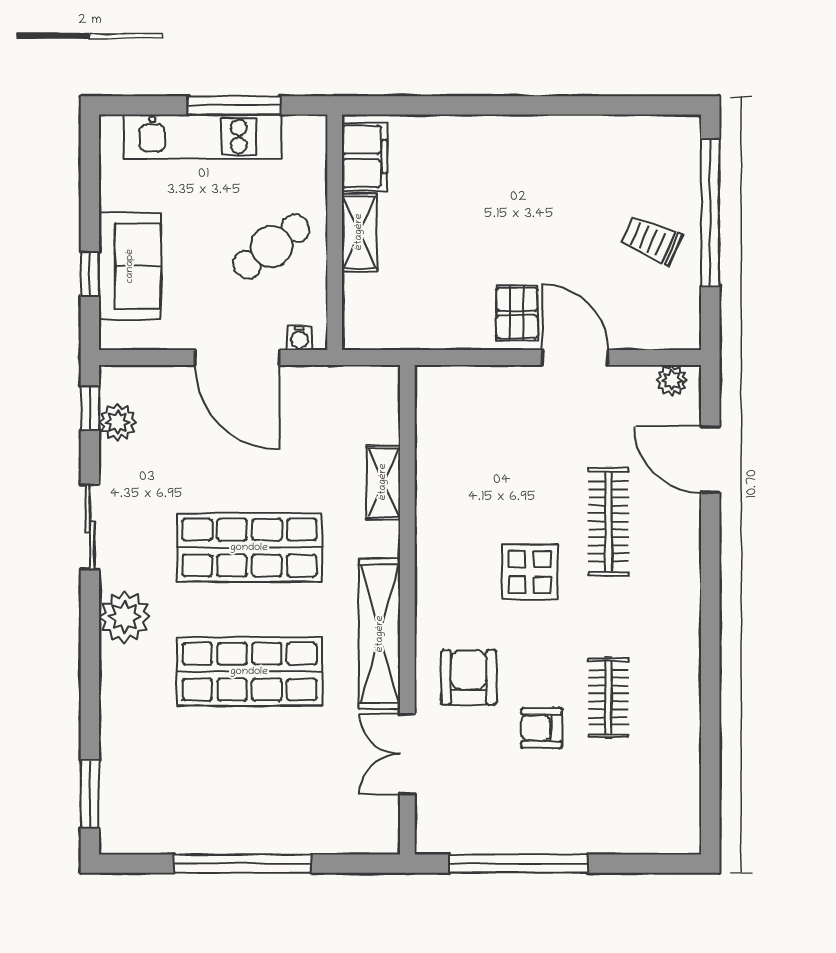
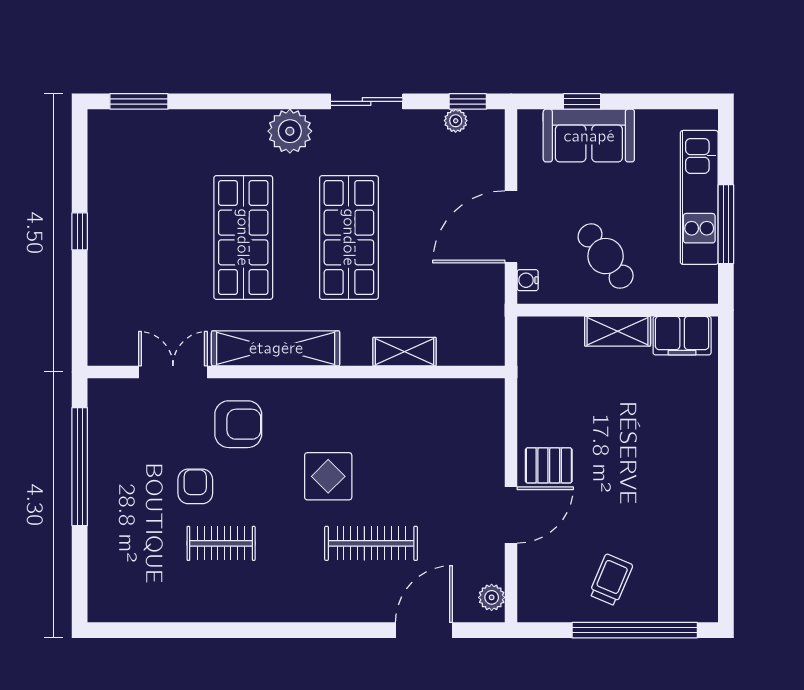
plant: (118, 422) -> (456, 121), width x0.73, depth x0.73
window: (242, 864) -> (80, 231), width x0.32

